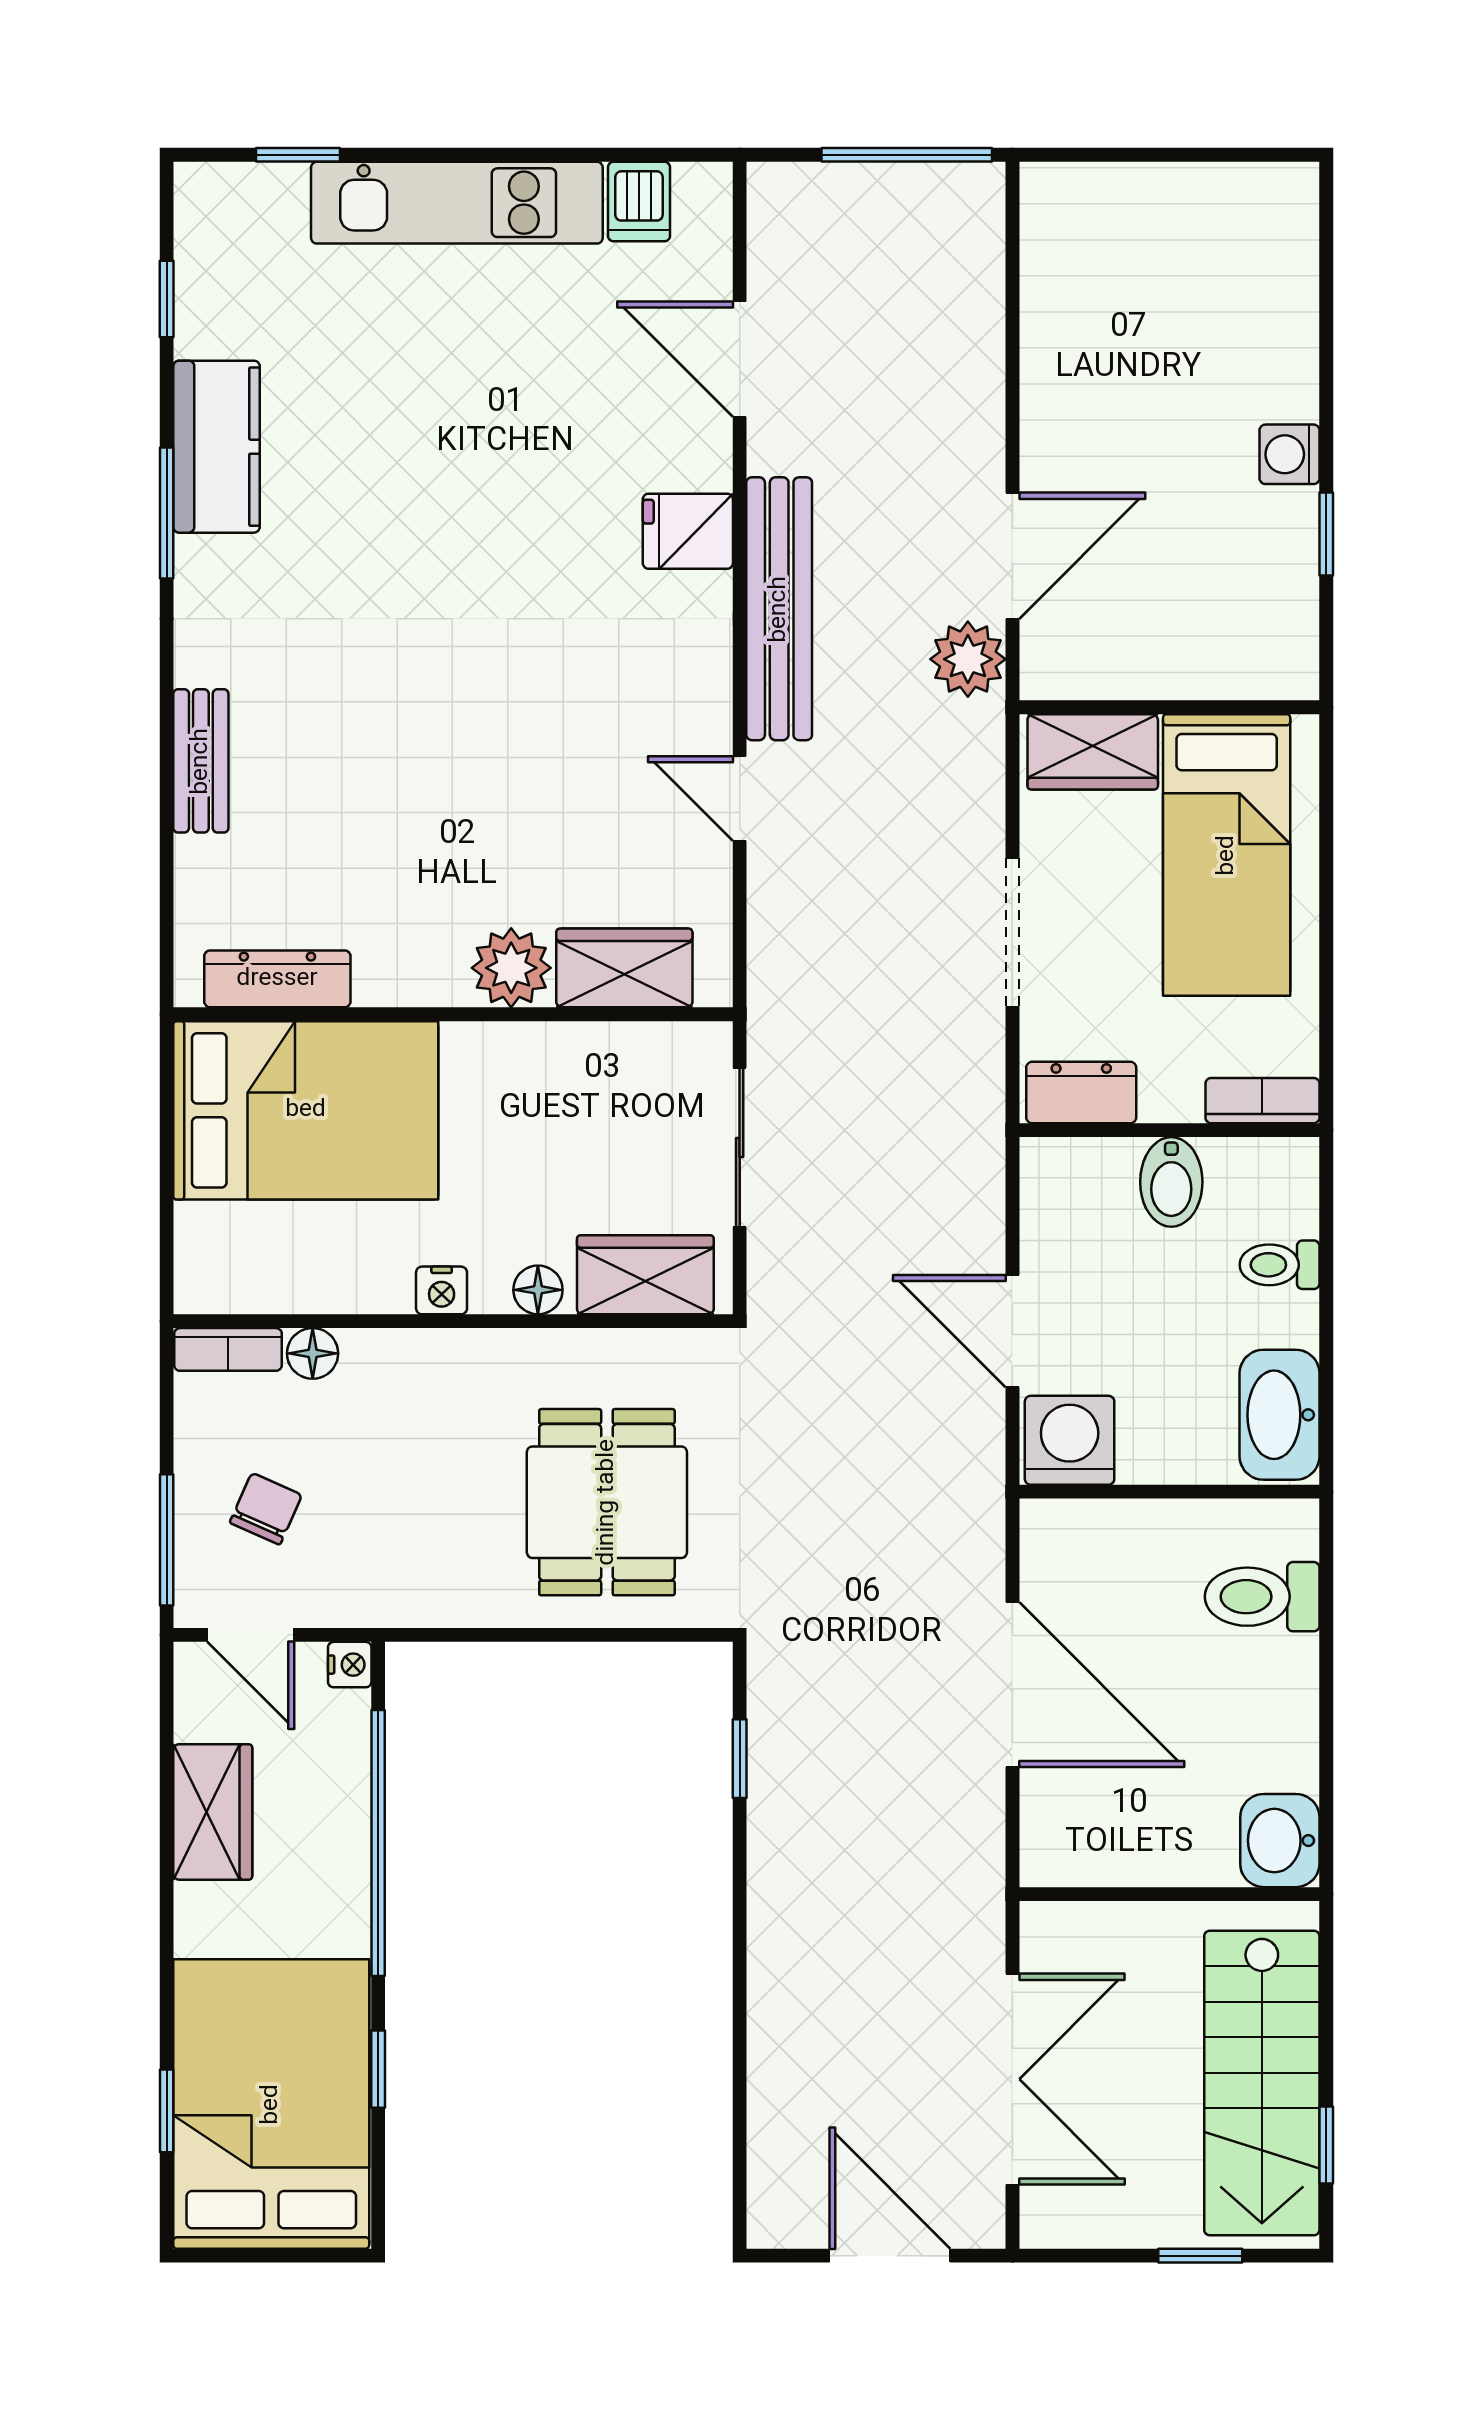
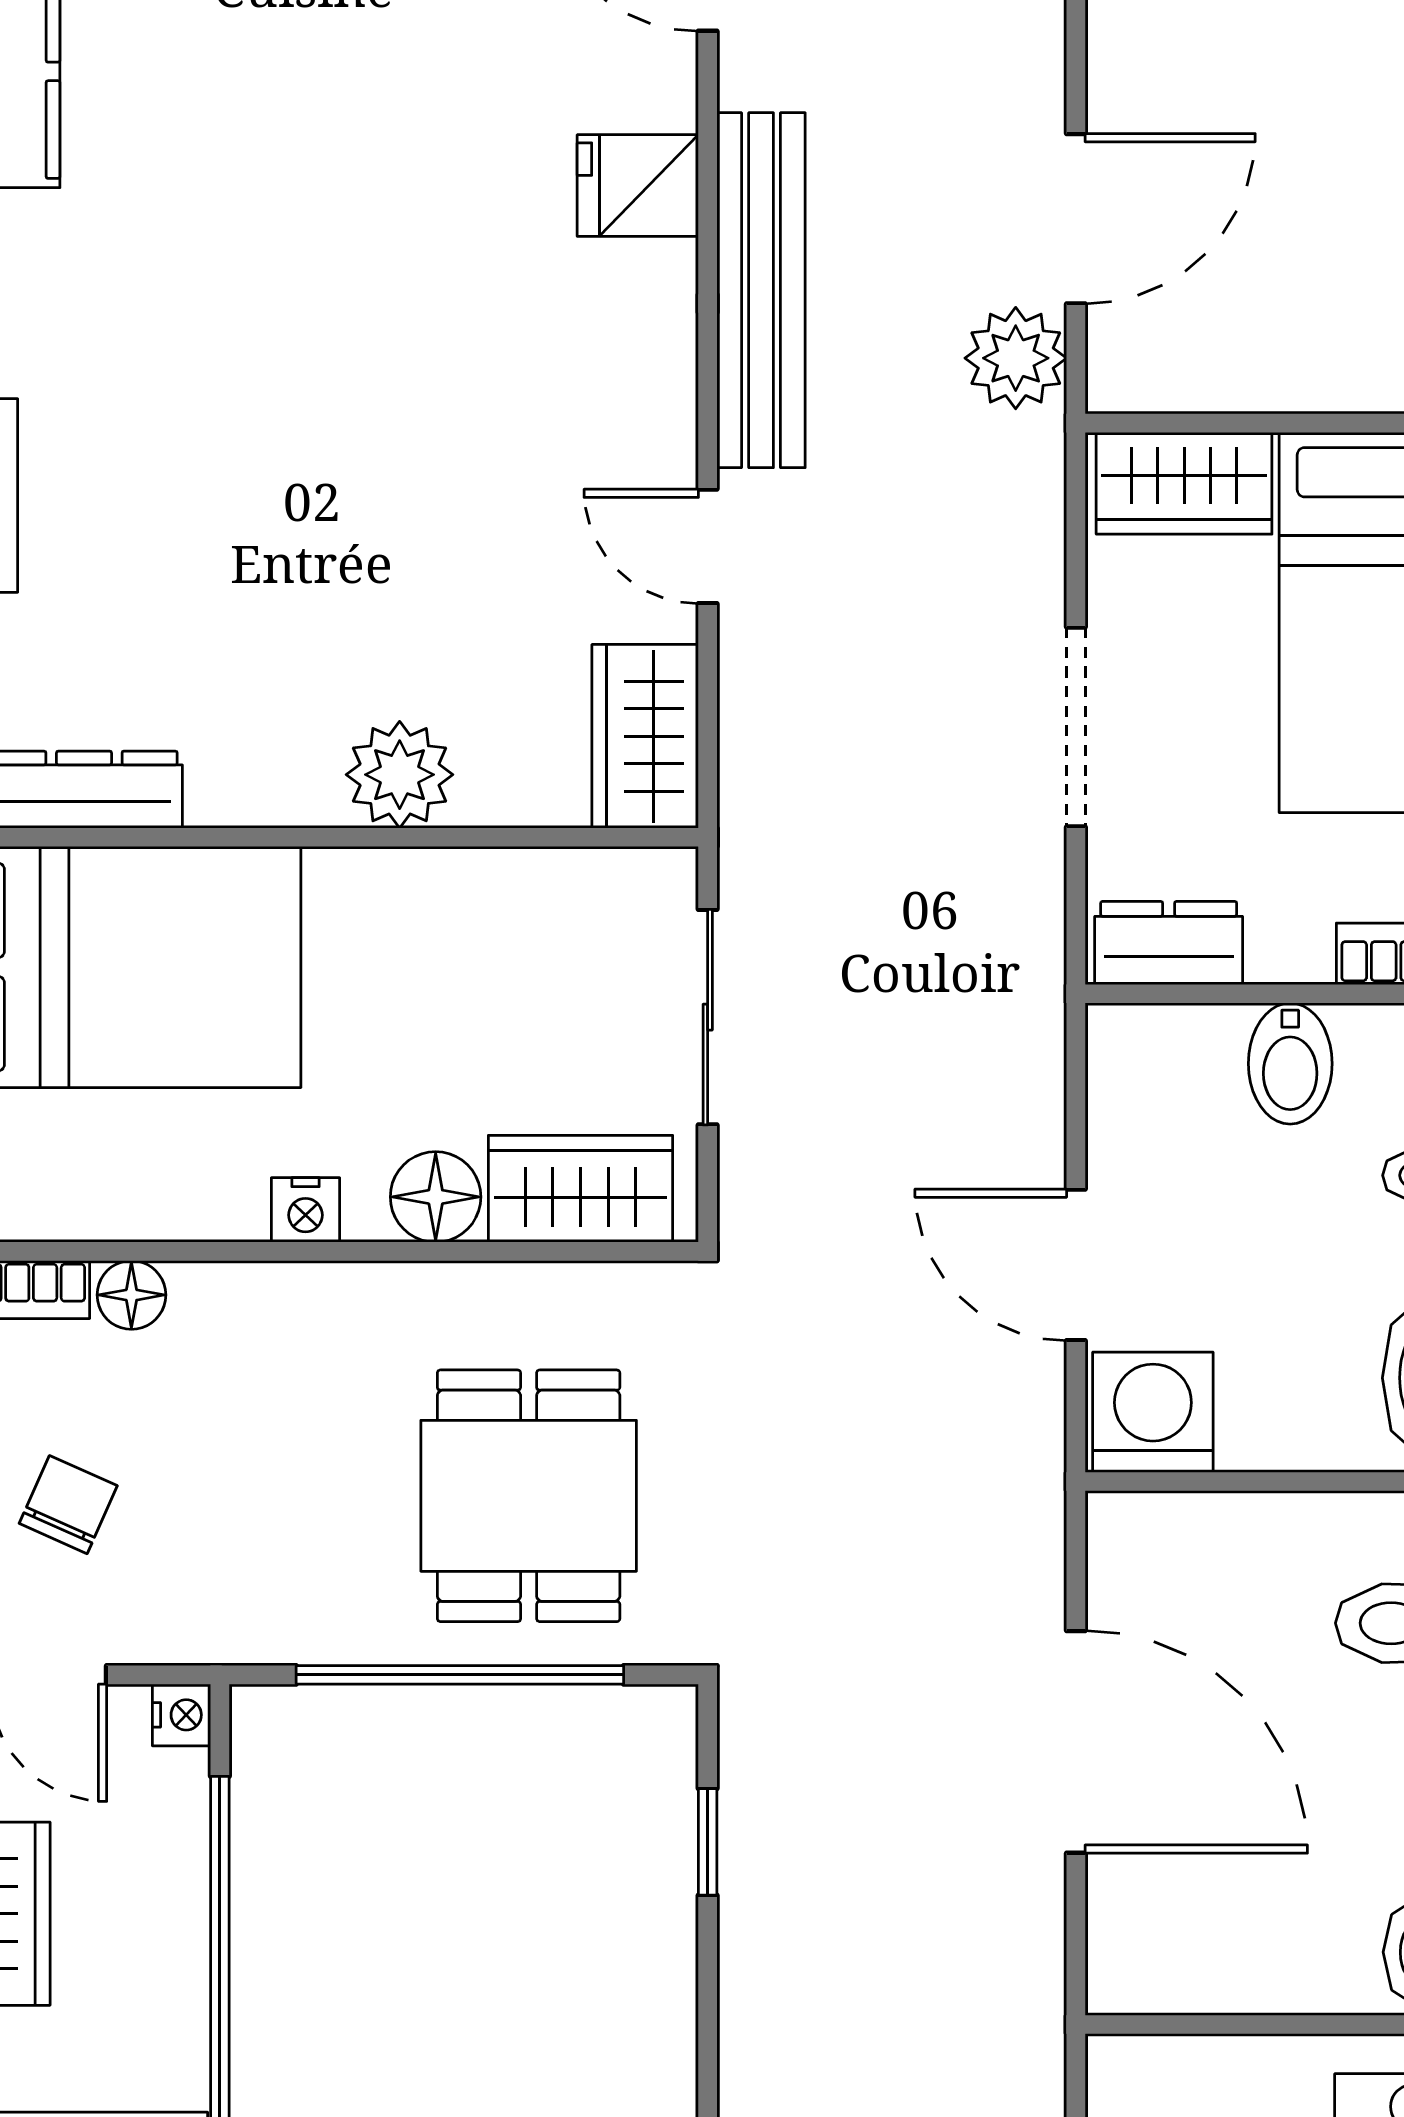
wardrobe: (624, 968) -> (645, 736), moved, turned -90
floor lamp: (538, 1290) -> (436, 1197), width x1.37, depth x1.37
window: (556, 1635) -> (460, 1675), added

